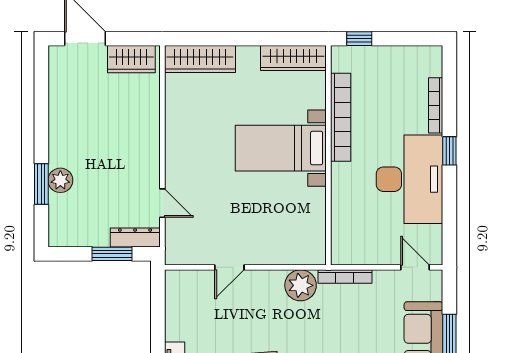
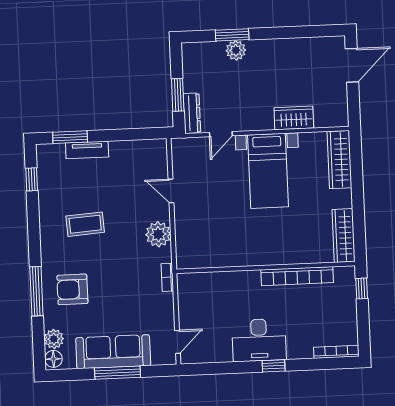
wardrobe: (131, 59) -> (294, 118), moved, turned 90
bookcase: (436, 105) -> (336, 352), moved
bed with nightstands: (281, 148) -> (268, 171), moved, turned 180
desk: (409, 179) -> (259, 340), width x0.73, depth x0.77
bookcase: (345, 277) -> (167, 277), width x0.64
plant: (301, 285) -> (158, 234), moved

